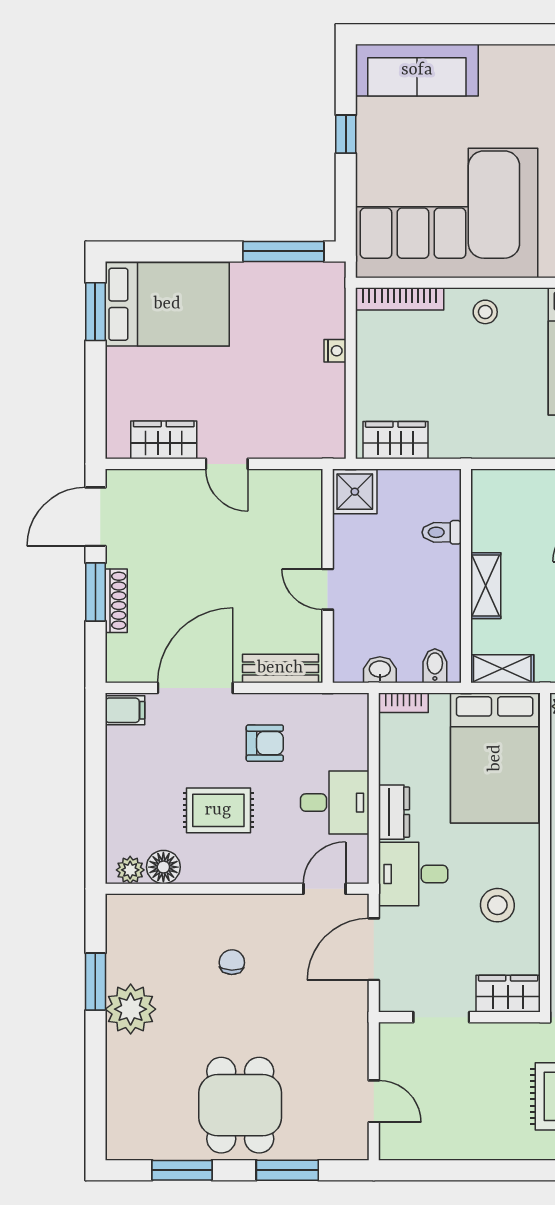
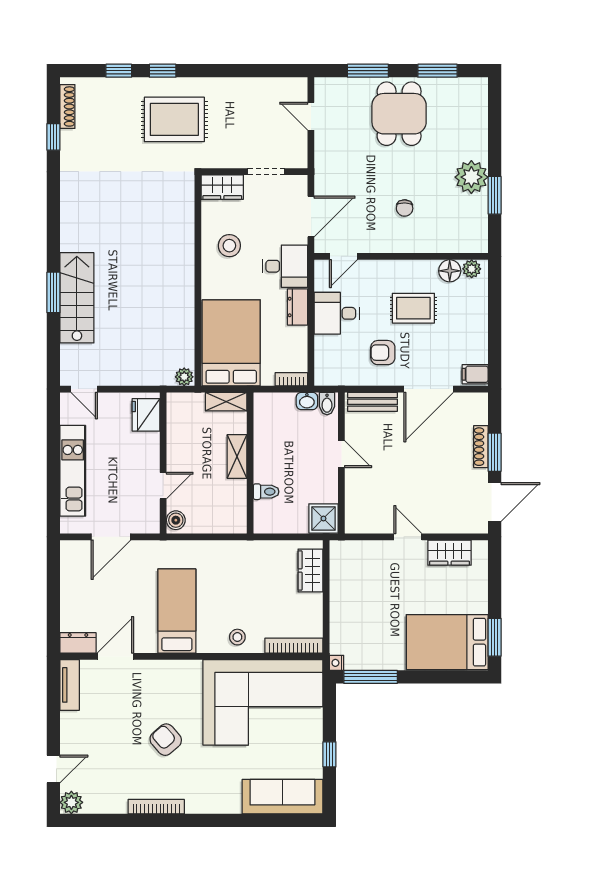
nightstand: (335, 351) -> (337, 663), moved
wardrobe: (395, 440) -> (310, 570), moved, turned 90
bidet: (435, 666) -> (327, 404), moved

